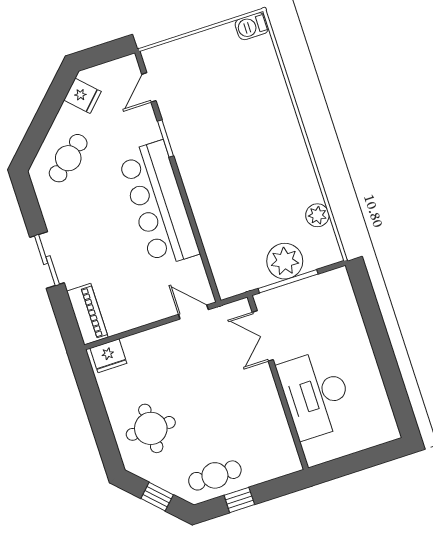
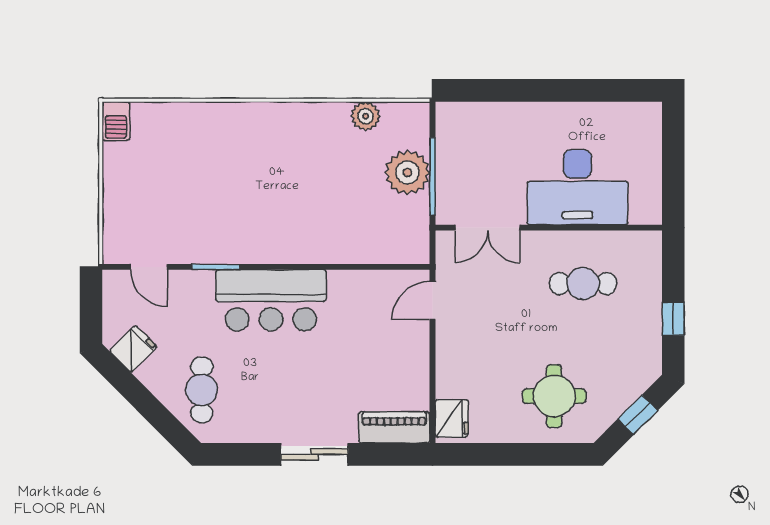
cafe table: (68, 158) -> (202, 390), turned 39
bar counter: (159, 204) -> (271, 300), width x0.73
cafe table: (215, 475) -> (583, 284), moved, turned 90

